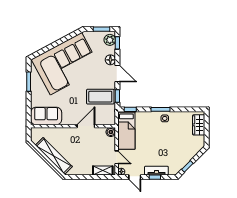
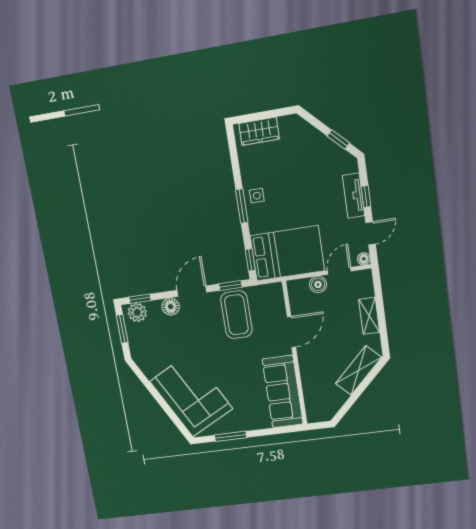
corner sofa: (66, 64) -> (191, 395), width x0.73, depth x0.74
sofa: (46, 116) -> (283, 392), width x1.36
door: (86, 126) -> (291, 332), swing flipped
bed: (126, 130) -> (287, 253), width x1.50
boiler: (111, 132) -> (318, 285), moved
shelving: (54, 156) -> (359, 371), width x0.68
shelving: (103, 170) -> (369, 316), moved

